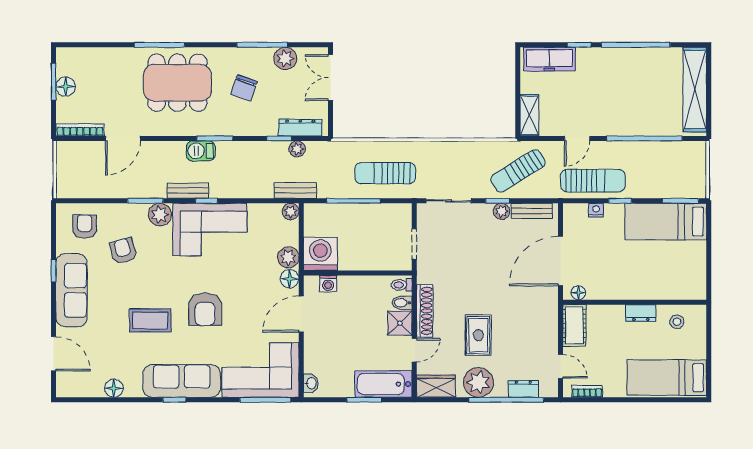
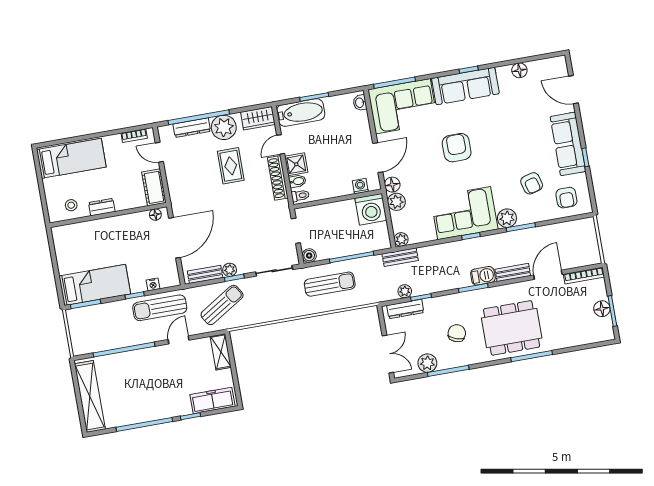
bench: (188, 191) -> (513, 272), moved
boiler: (404, 212) -> (309, 256), added
coffee table: (150, 320) -> (500, 131), removed
dresser: (523, 389) -> (192, 128), width x1.44

